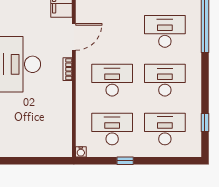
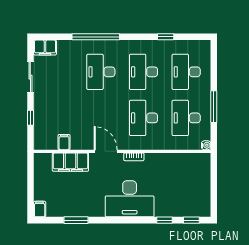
window: (205, 122) -> (166, 37), moved
window: (125, 161) -> (214, 107), width x2.17

